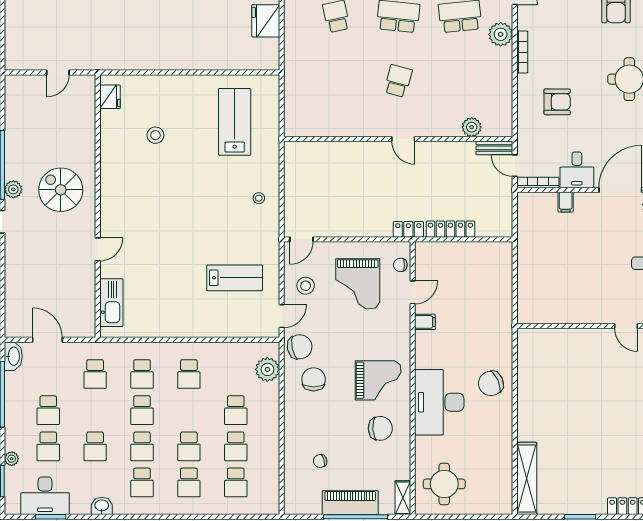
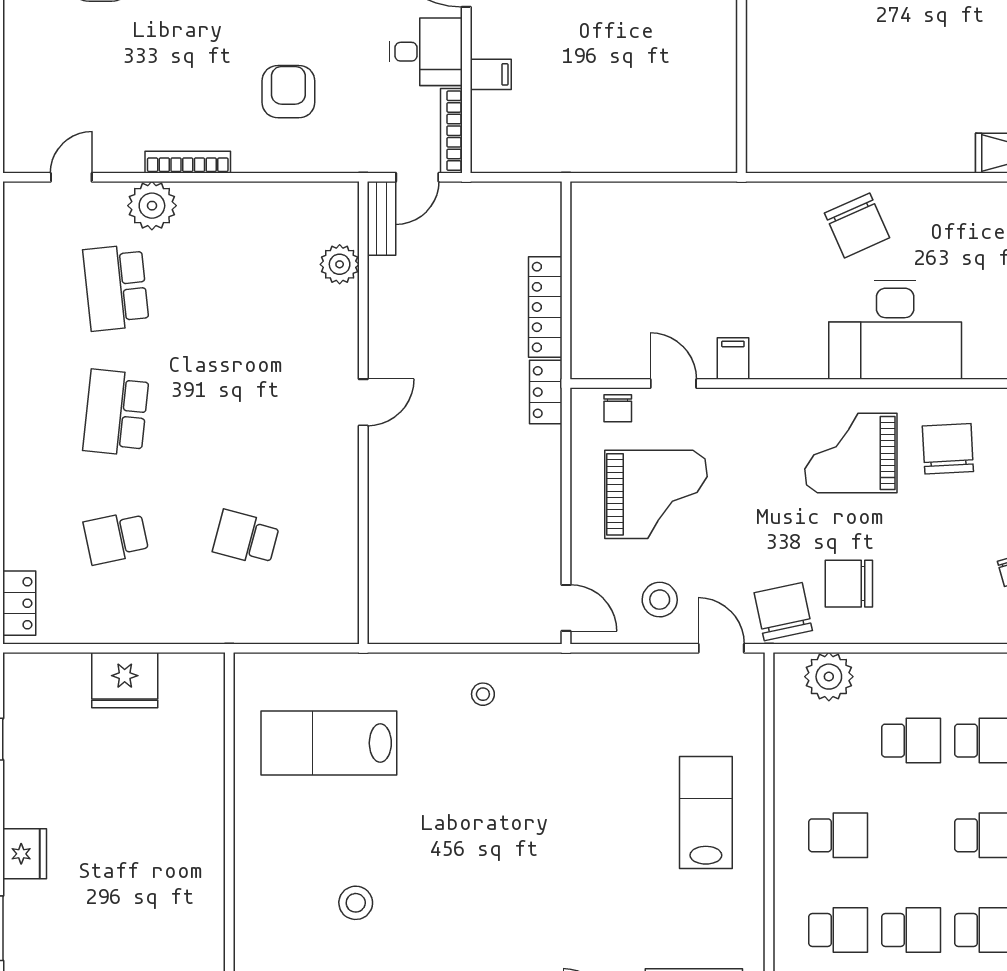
school desk: (398, 81) -> (246, 538), moved
lab bench: (235, 278) -> (706, 812), moved
grand piano: (378, 380) -> (851, 453), turned -90

